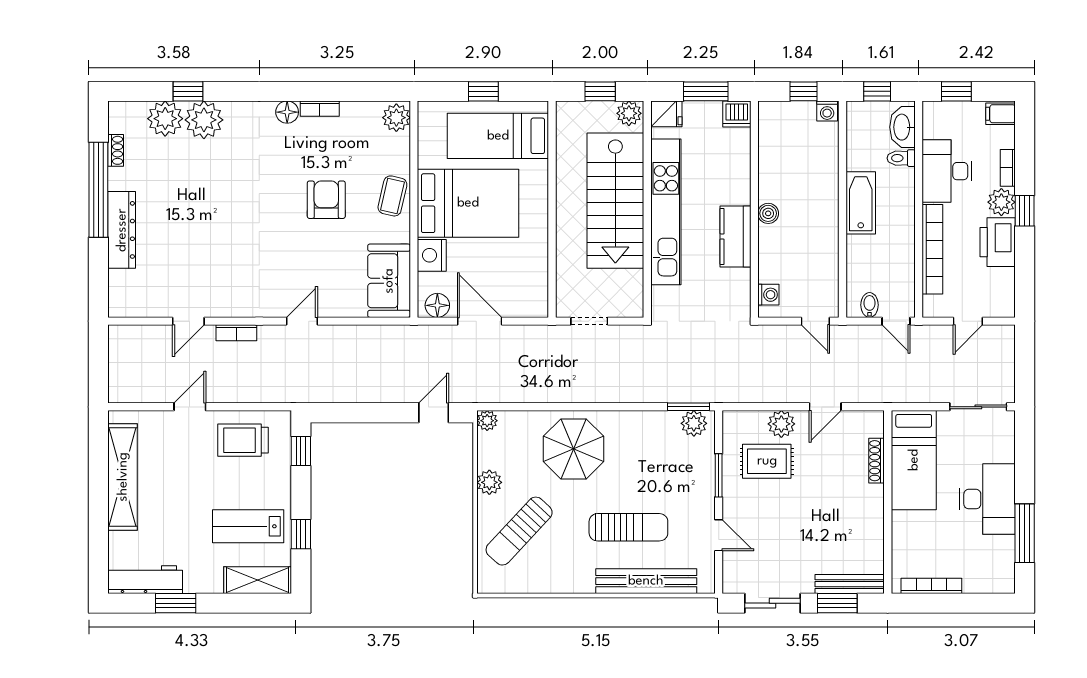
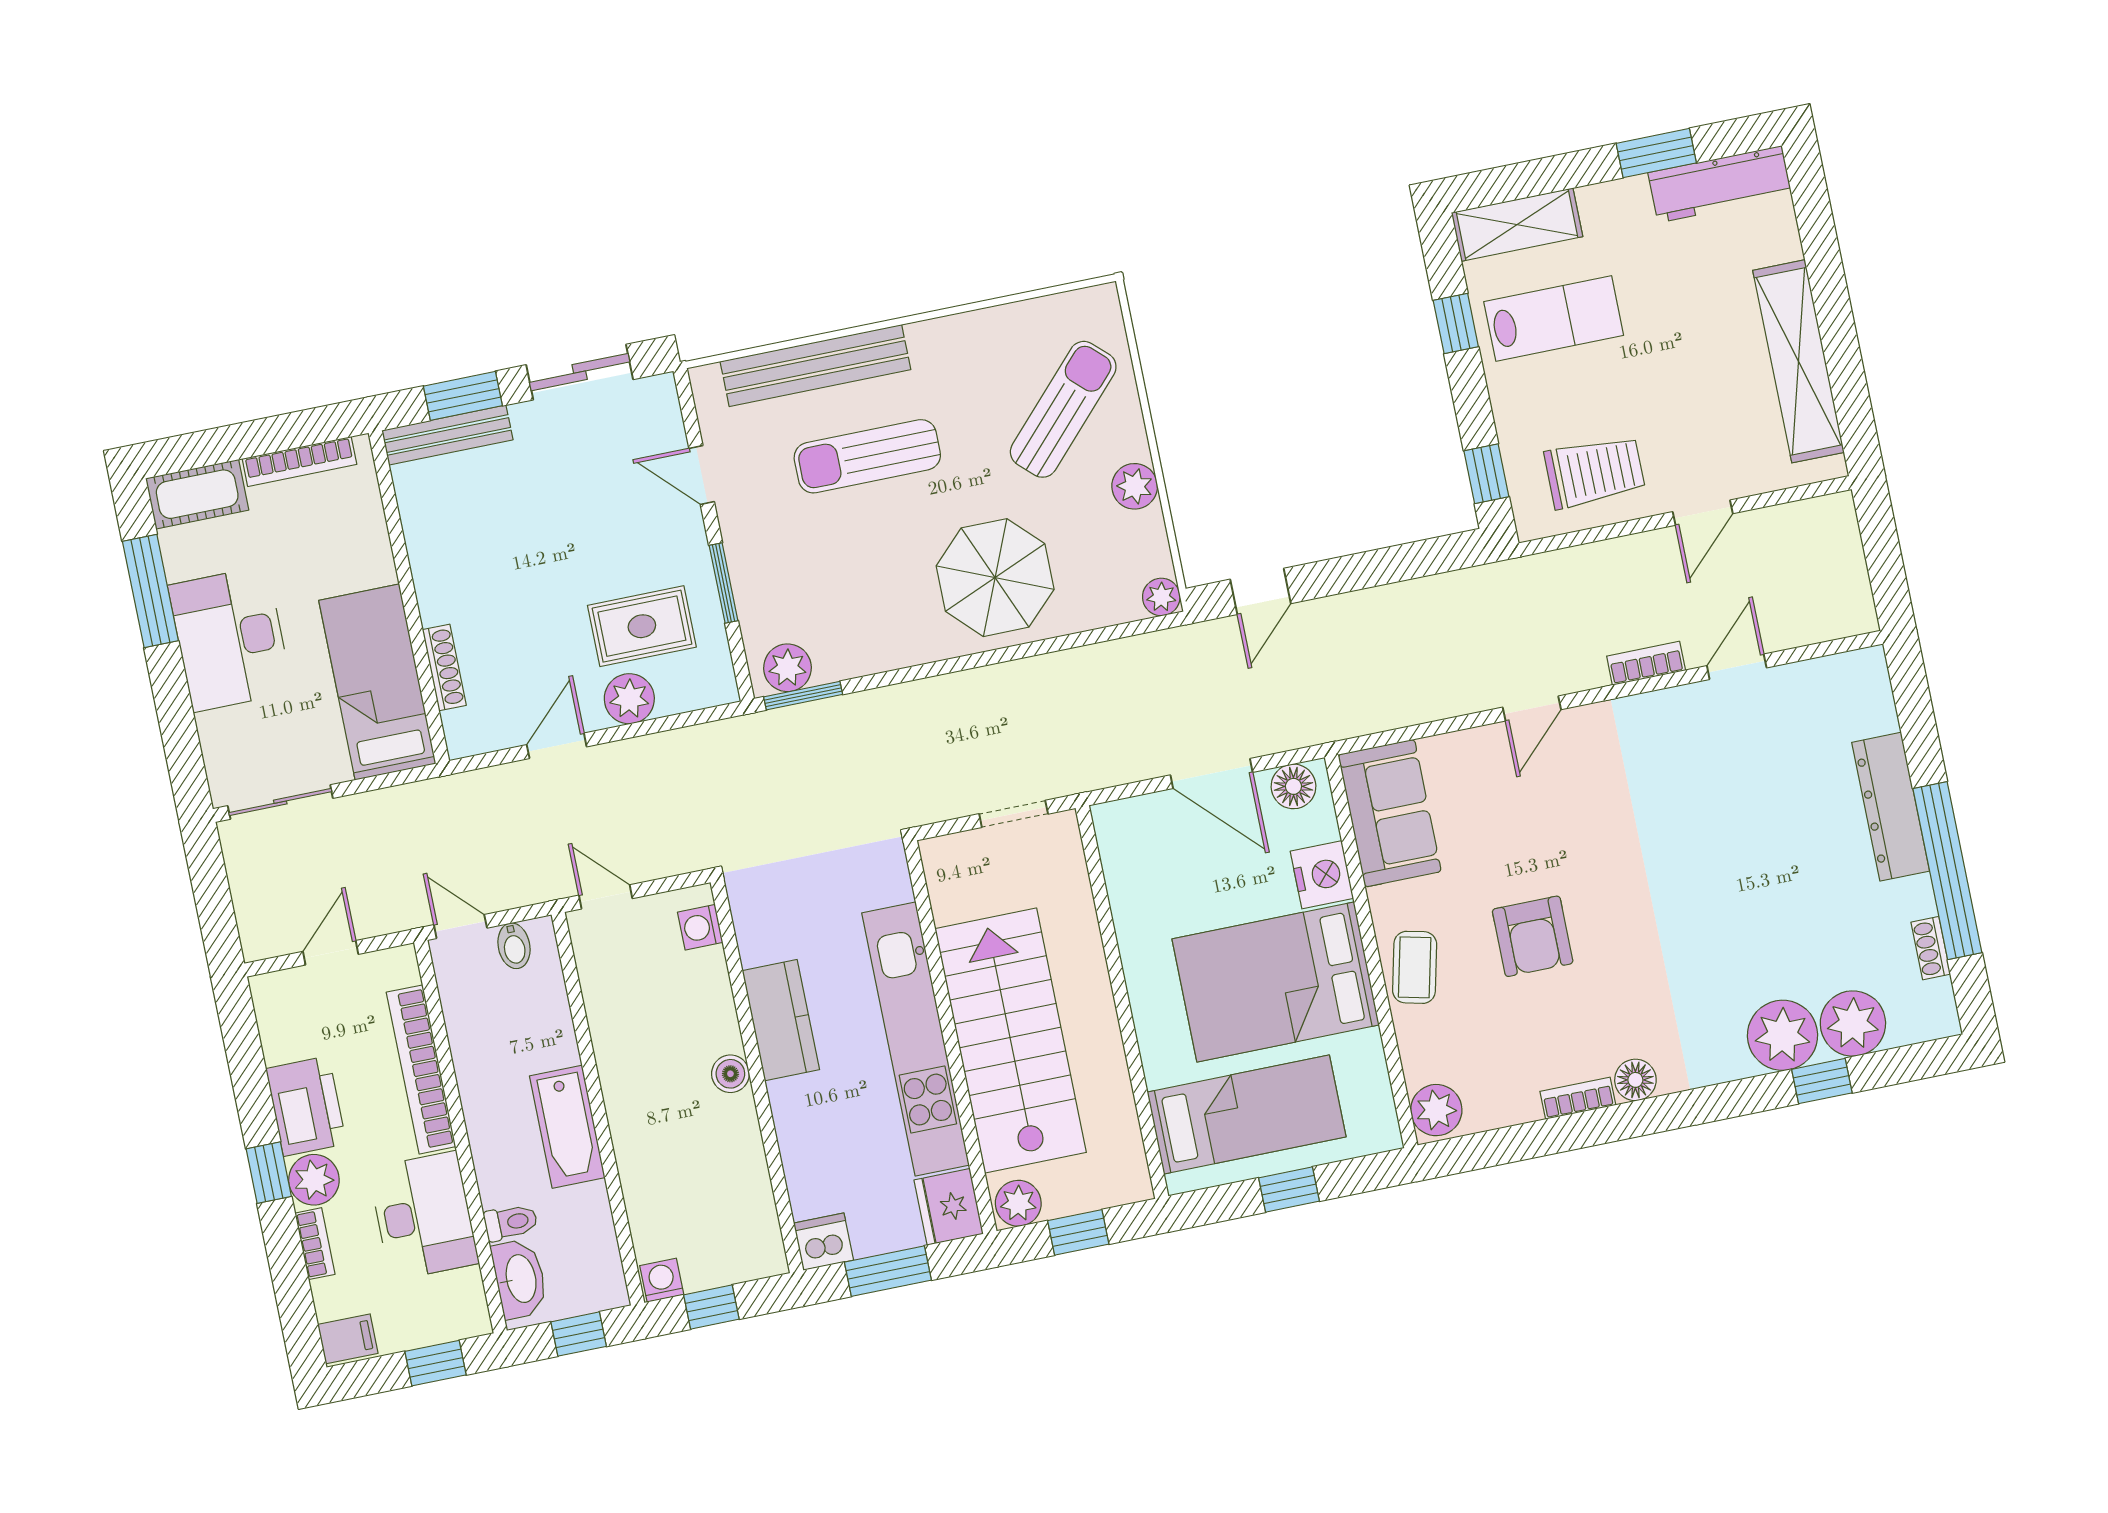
fridge: (666, 114) -> (949, 1207), width x1.38
cot: (989, 580) -> (197, 494), added

